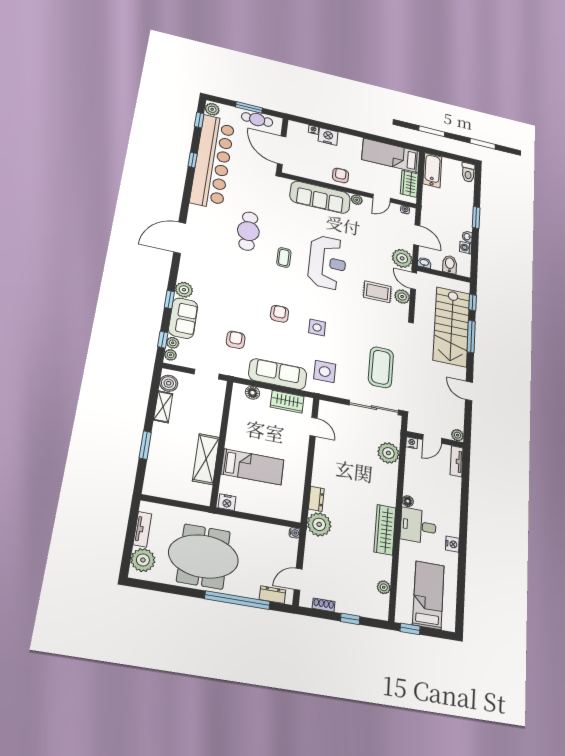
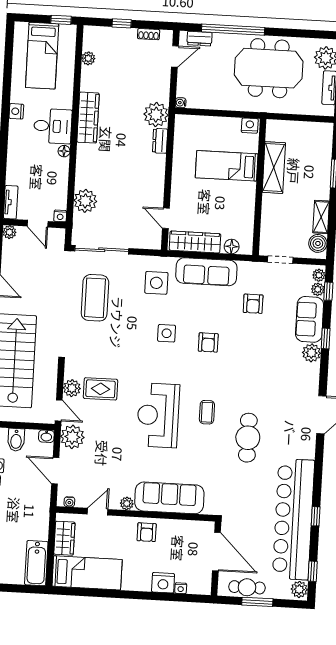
wardrobe: (287, 402) -> (195, 242), width x1.50
door: (432, 439) -> (38, 224), swing flipped

